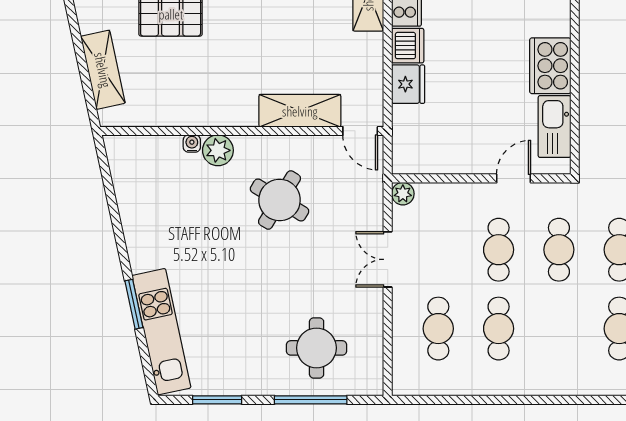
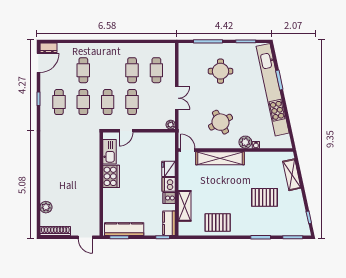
shelving: (300, 111) -> (220, 158), width x1.47
round table: (280, 200) -> (220, 122), turned 31
kitchen unit: (161, 332) -> (273, 90), width x1.86
round table: (317, 348) -> (220, 71), moved

